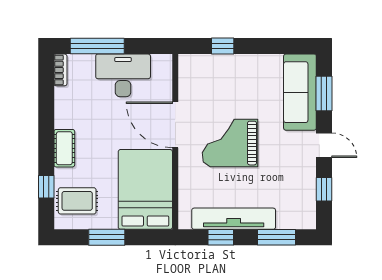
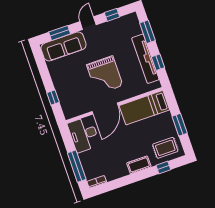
desk: (123, 75) -> (84, 134), moved
bed: (145, 189) -> (144, 108), width x0.67
rug: (77, 201) -> (165, 148), turned 90

